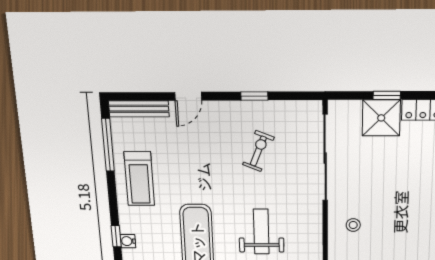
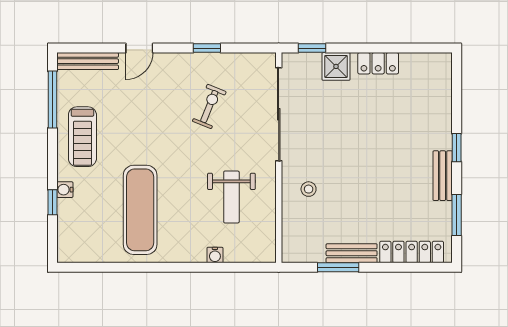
window: (387, 95) -> (312, 48), moved
shower: (381, 118) -> (336, 66), width x0.73, depth x0.73
weight bench: (261, 232) -> (231, 197), moved, turned 180
water cooler: (128, 241) -> (65, 190), moved

